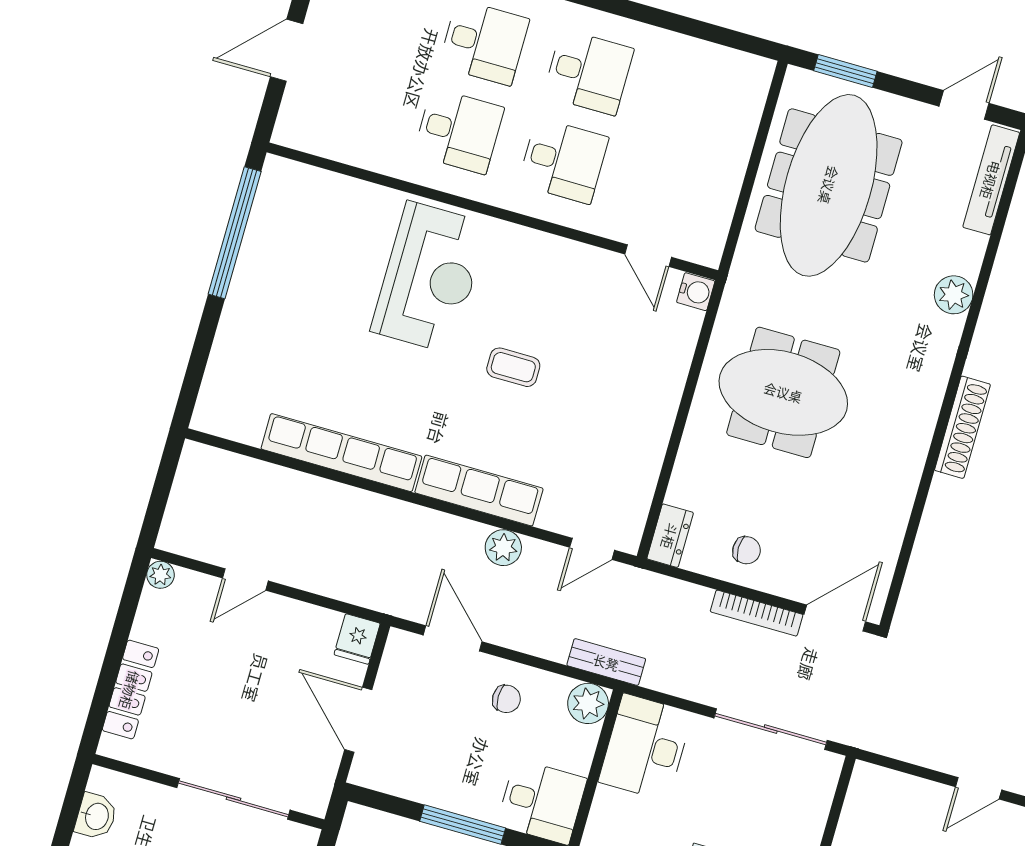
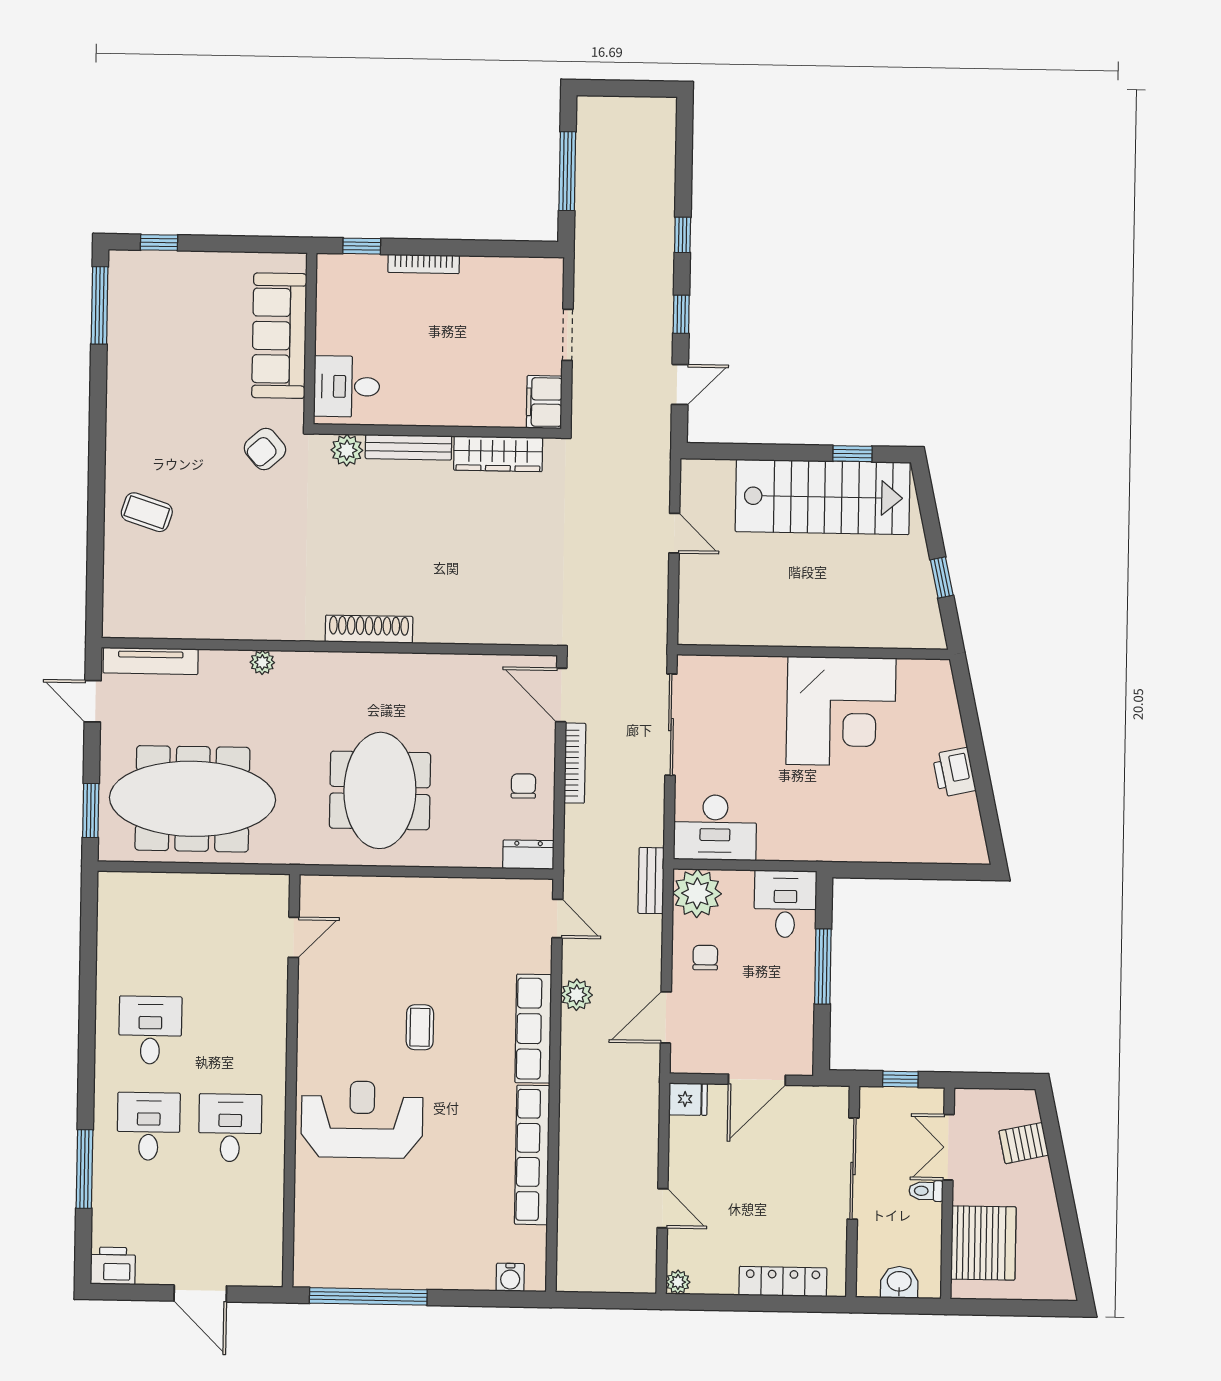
desk: (563, 161) -> (232, 1032), removed
water cooler: (696, 292) -> (510, 1277), moved, turned 180
plant: (954, 295) -> (262, 662), width x0.73, depth x0.73
plant: (588, 703) -> (697, 893), width x1.36, depth x1.36

